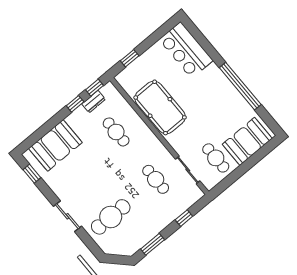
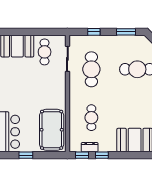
window: (130, 58) -> (26, 155), moved
pool table: (160, 107) -> (52, 130), moved
cafe table: (156, 179) -> (91, 69), width x1.37, depth x1.35

